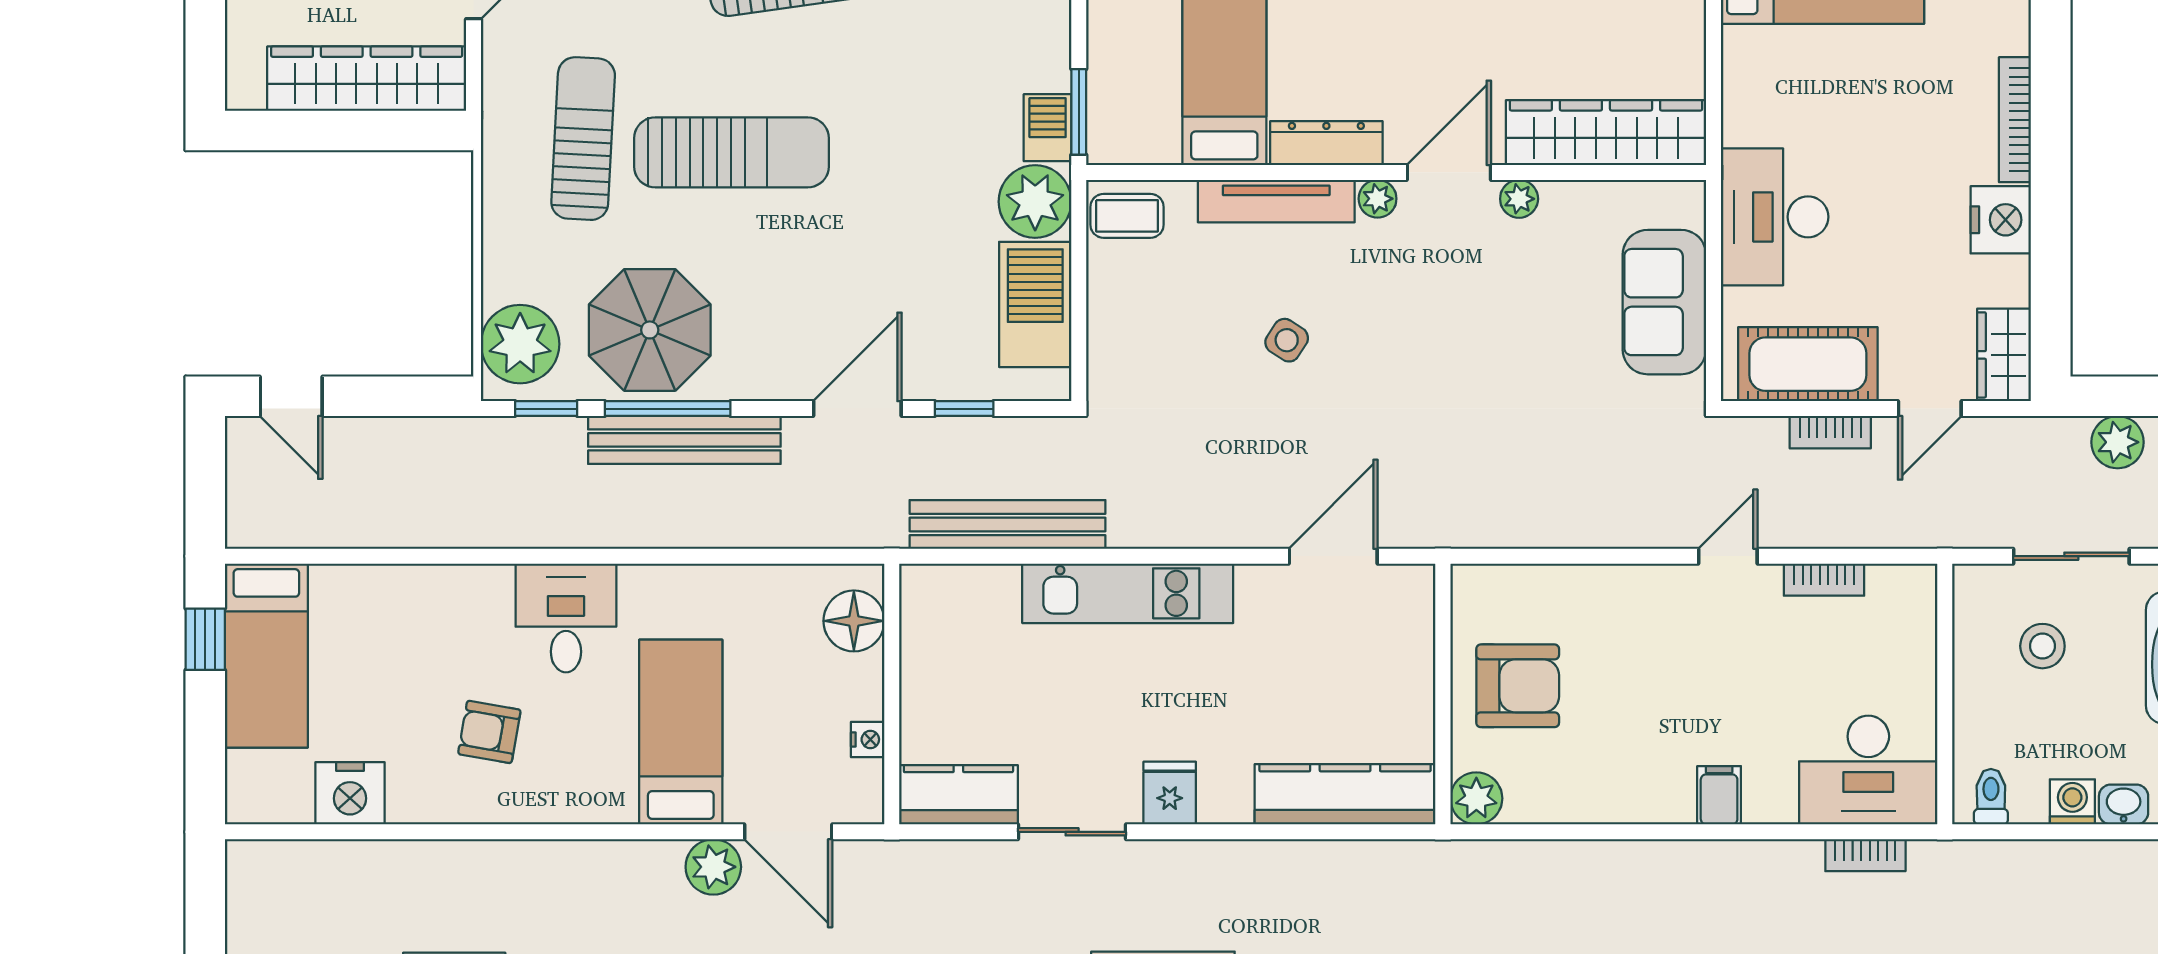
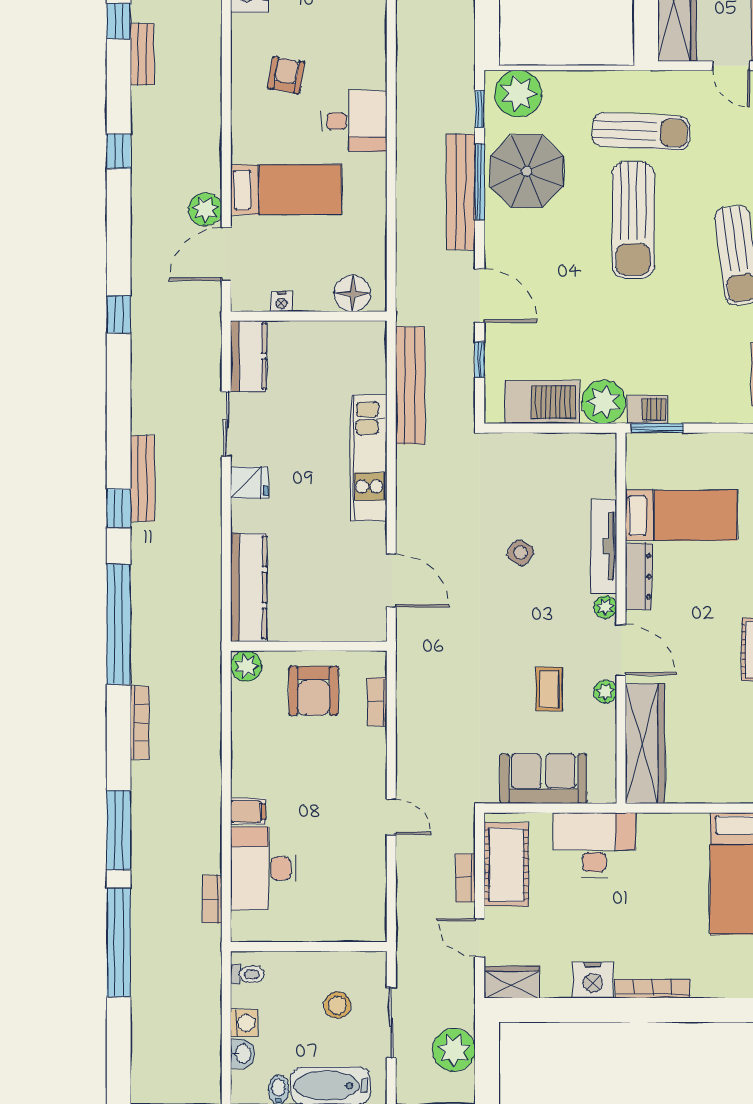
coffee table: (1127, 216) -> (549, 689), moved
plant: (2118, 442) -> (454, 1050), width x1.36, depth x1.36
bookcase: (1824, 580) -> (377, 702), moved
desk: (1868, 770) -> (263, 868), moved

